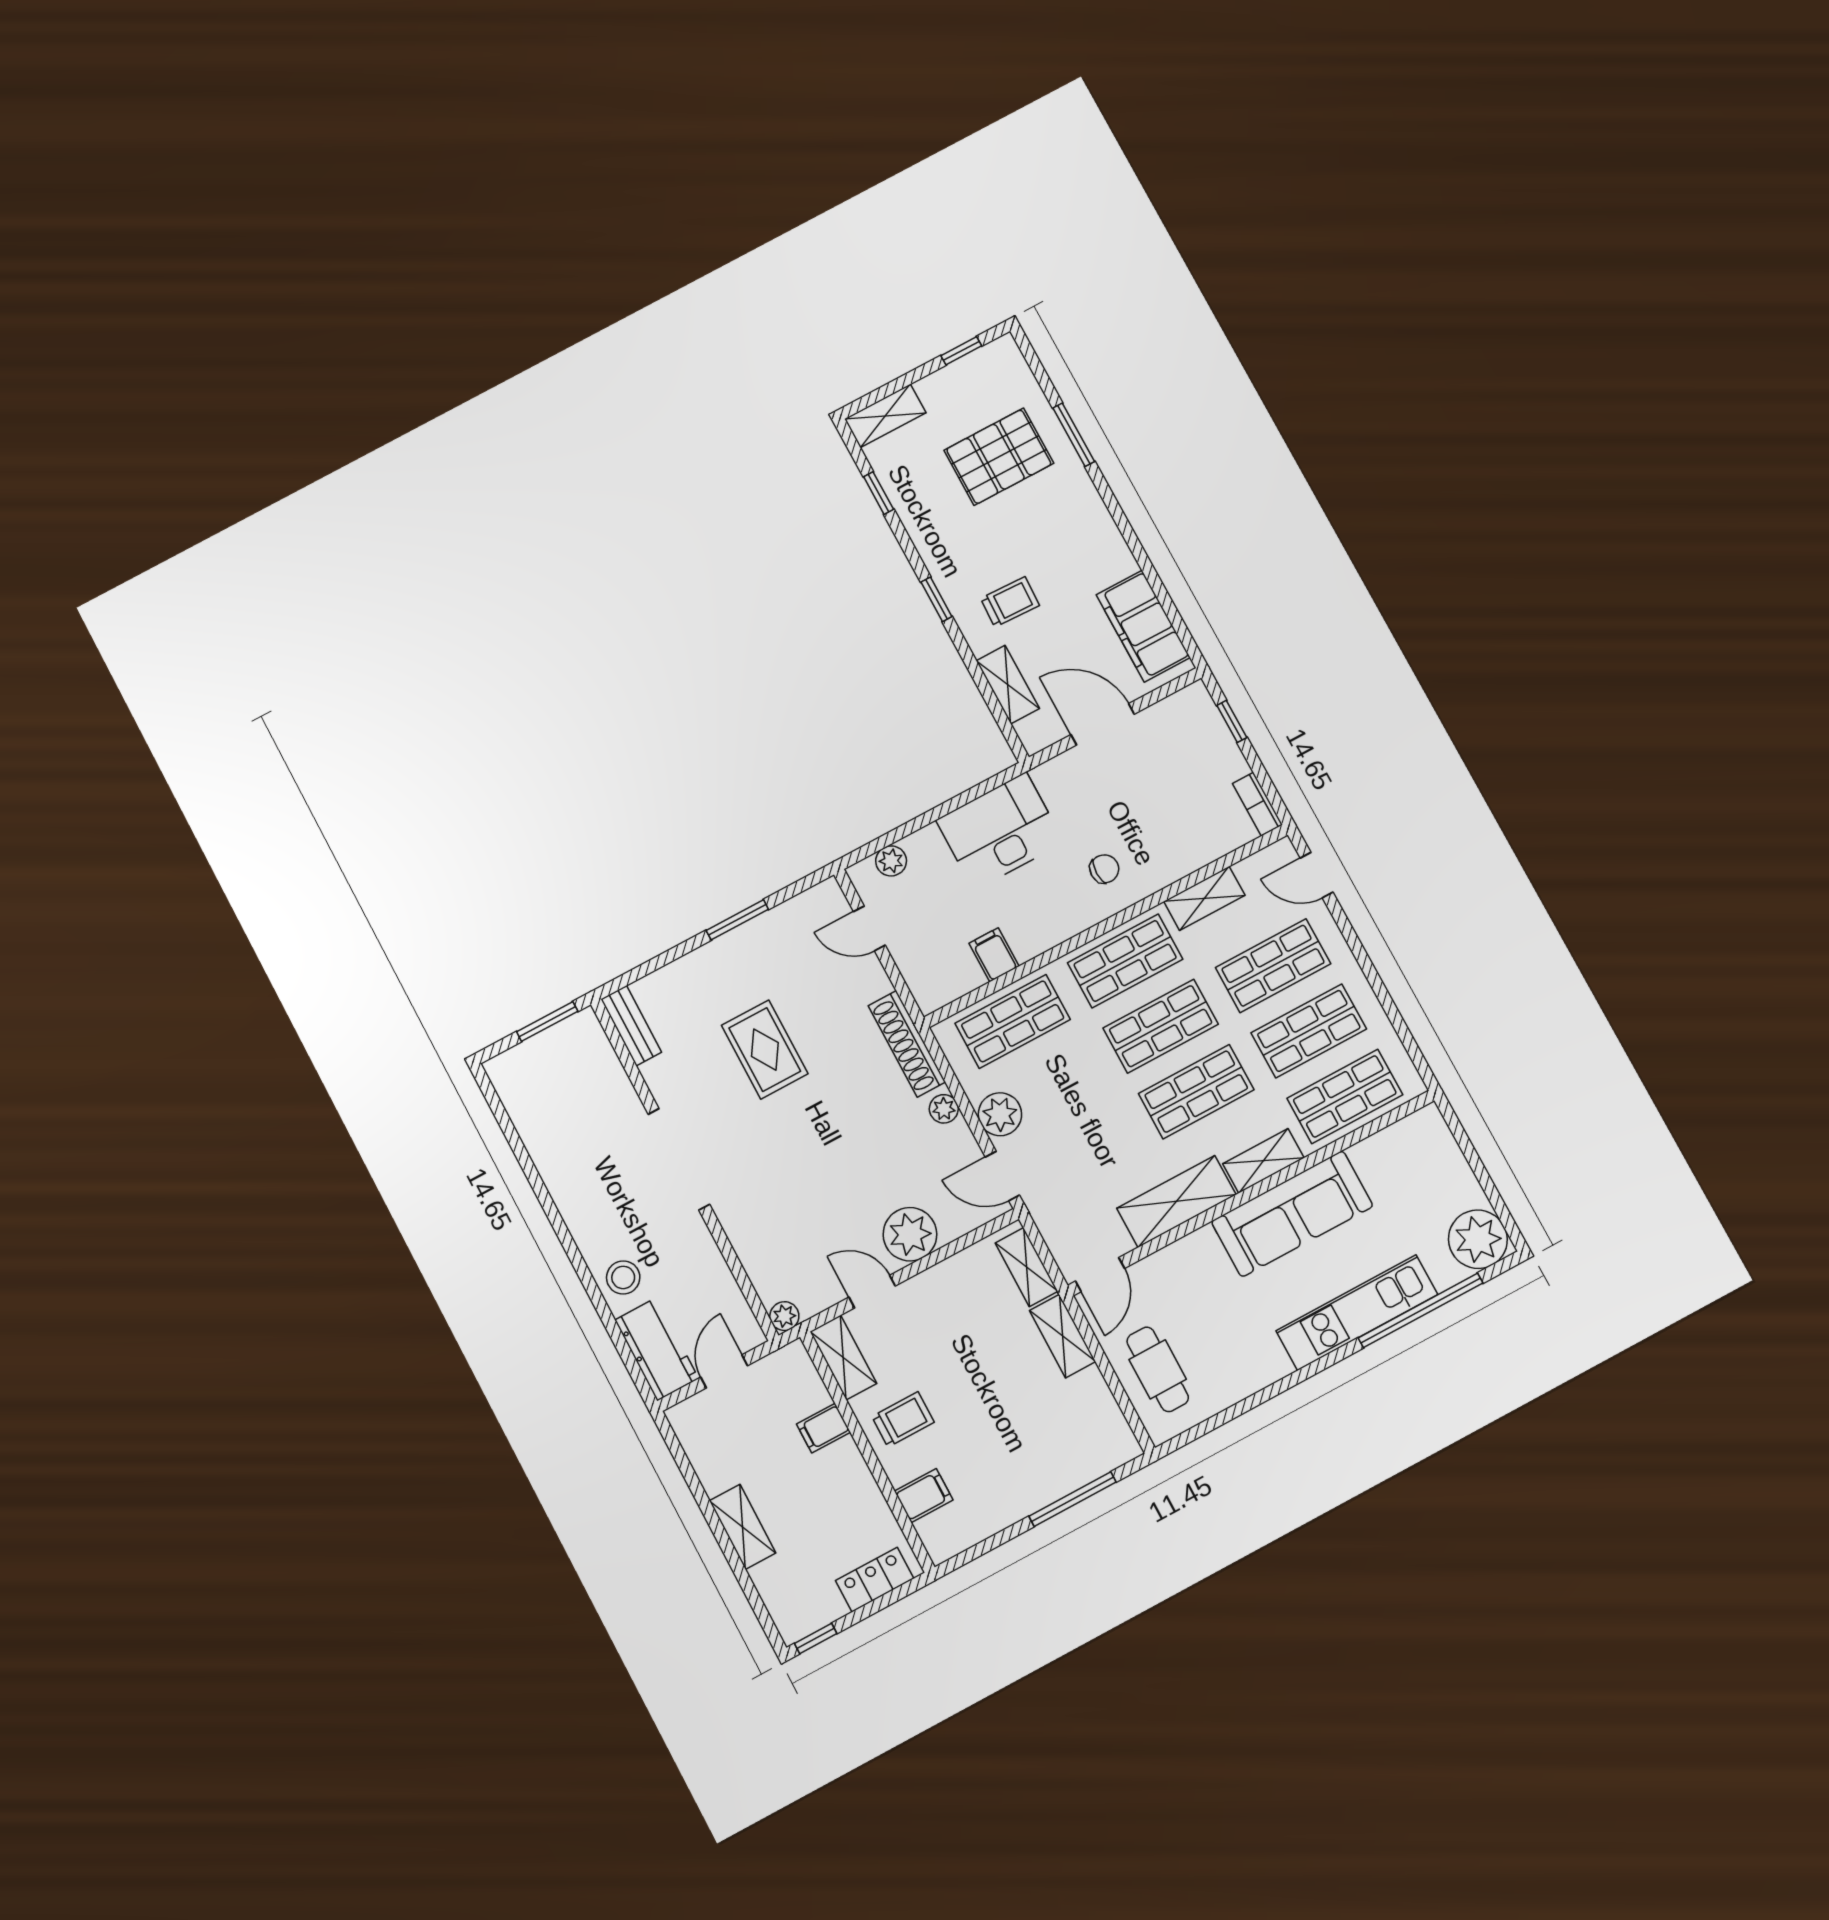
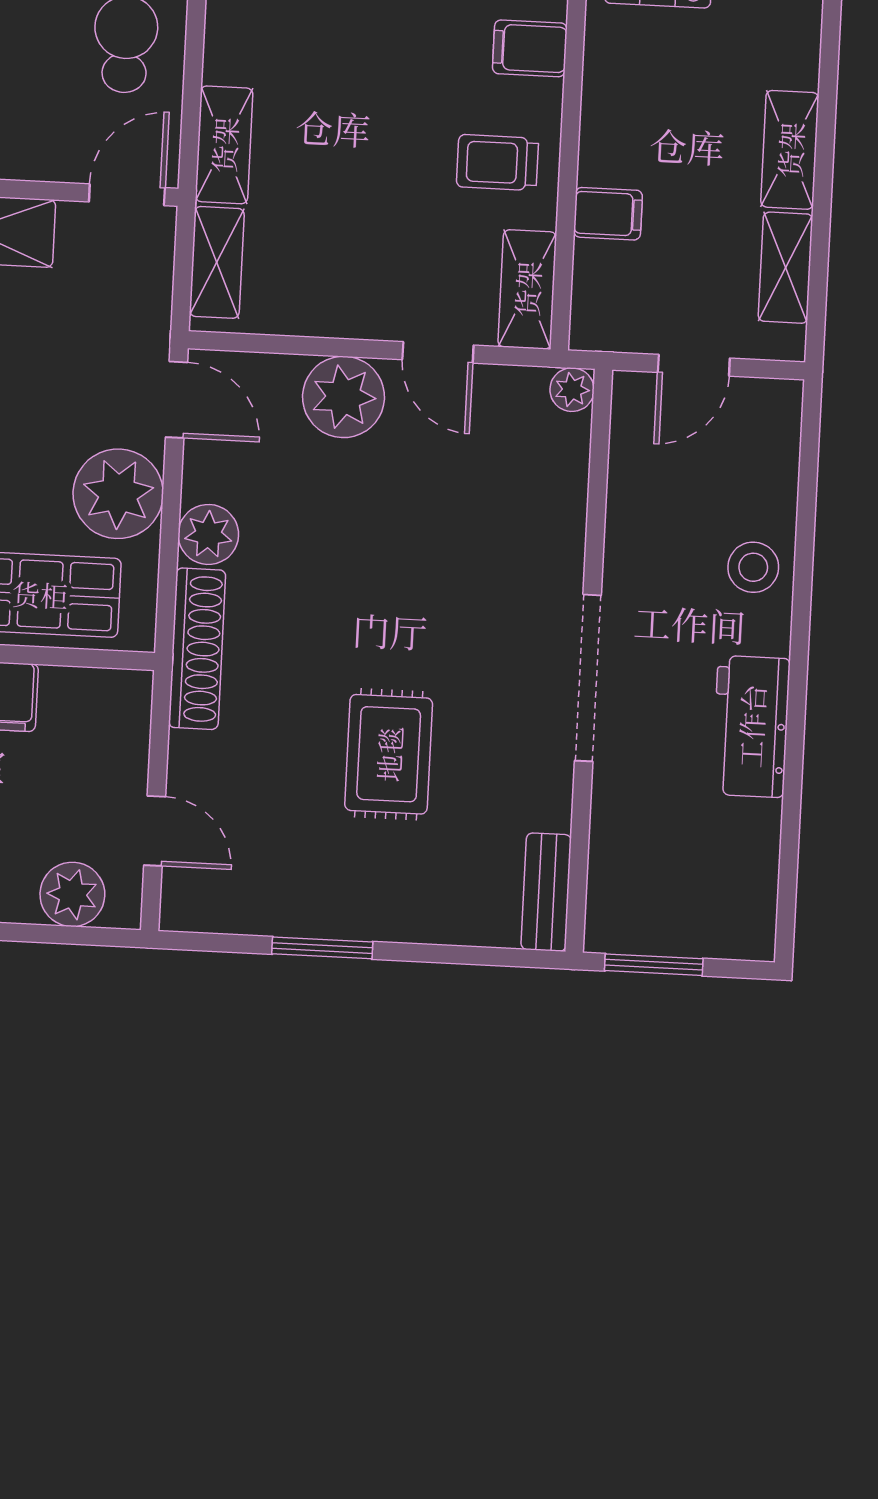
plant: (891, 861) -> (72, 894), width x1.38, depth x1.38
plant: (944, 1109) -> (208, 534), width x1.38, depth x1.38
plant: (1000, 1114) -> (118, 494), width x1.36, depth x1.36
workbench: (657, 1349) -> (751, 726), moved
shelving: (705, 1458) -> (785, 268), added

